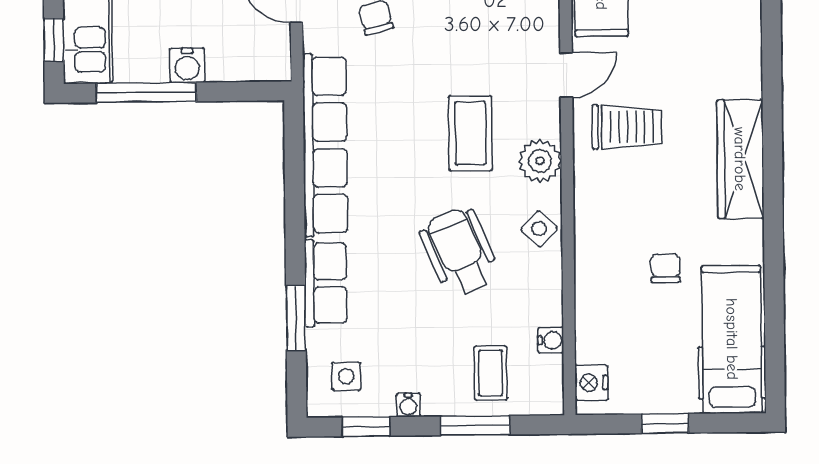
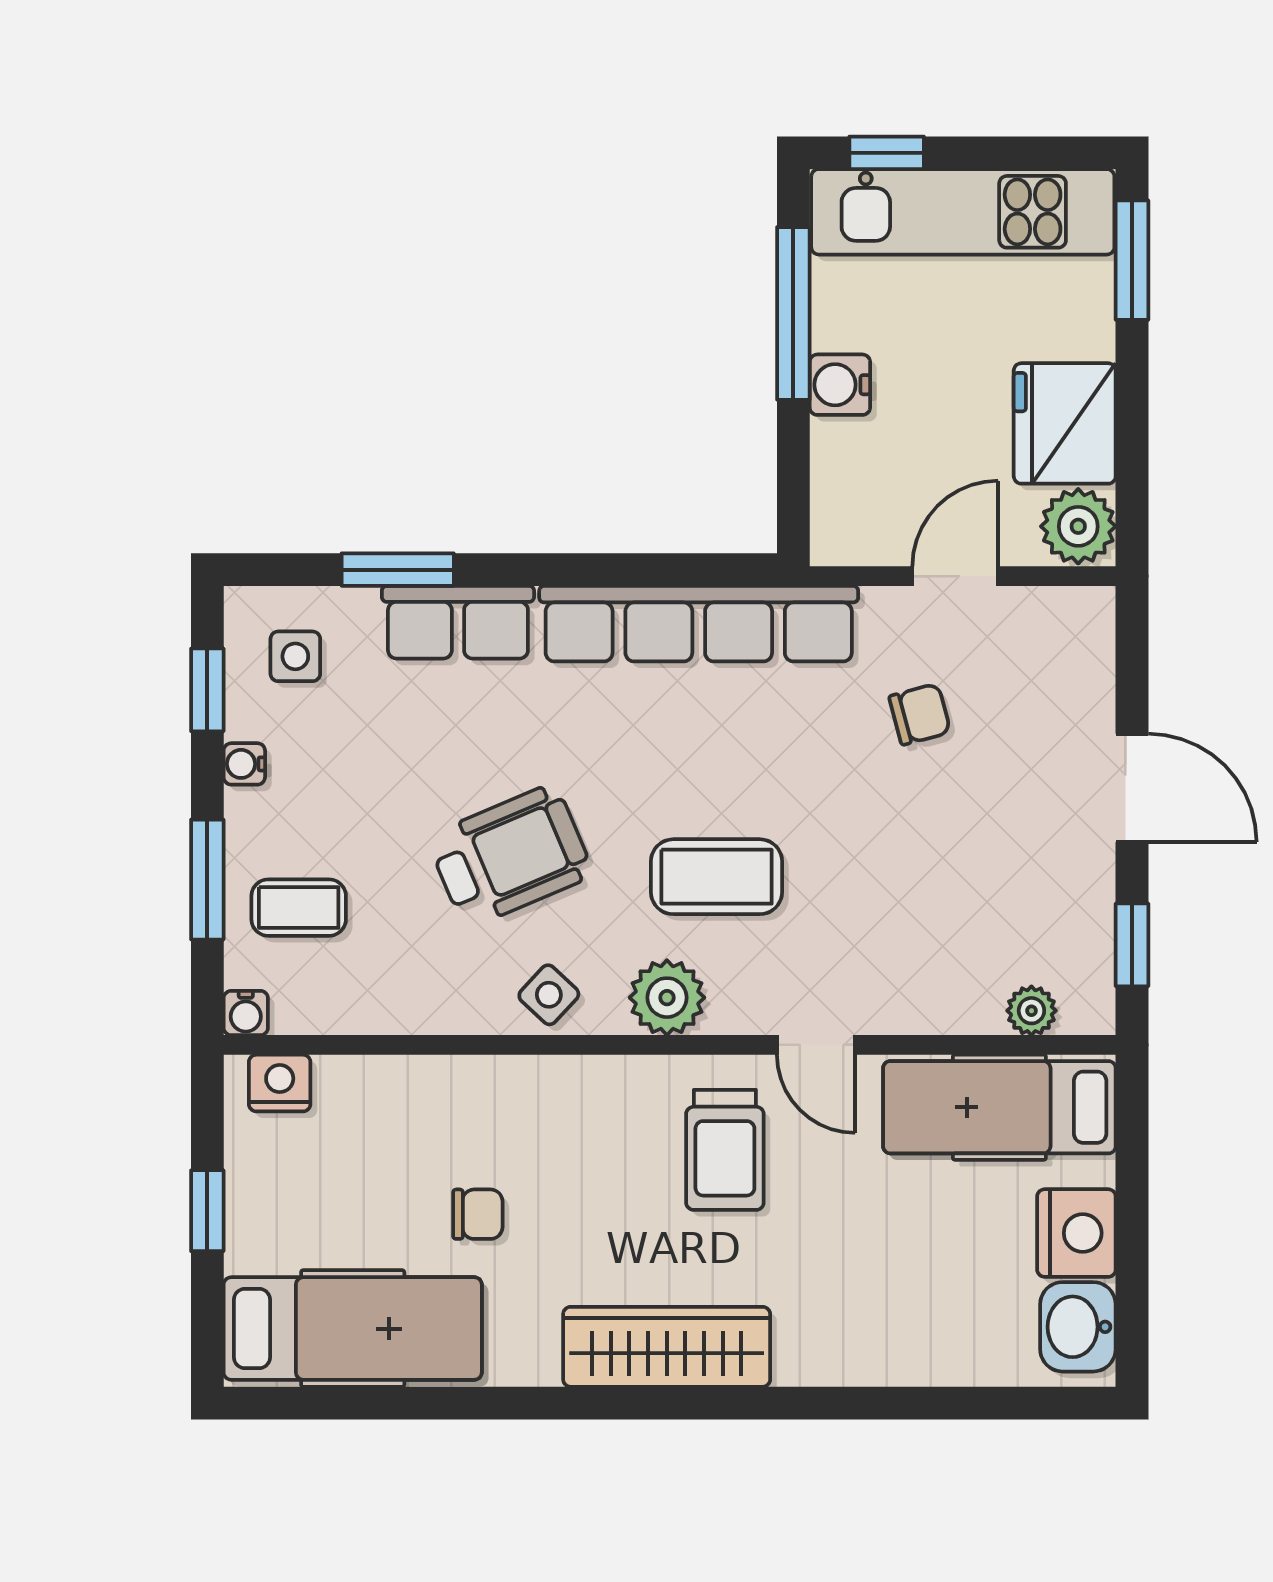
water cooler: (551, 340) -> (246, 1013), moved

